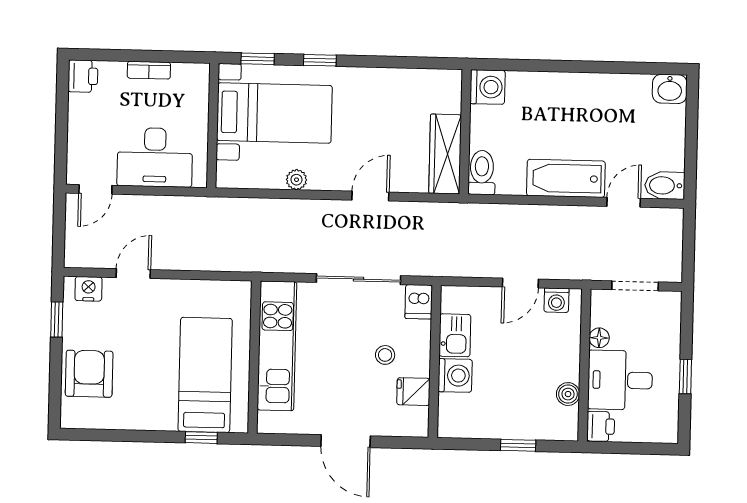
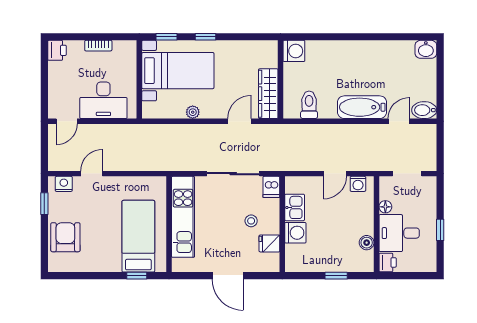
washing machine: (488, 87) -> (294, 51), moved
wall: (465, 132) -> (281, 79), moved
wardrobe: (445, 154) -> (268, 94), moved

